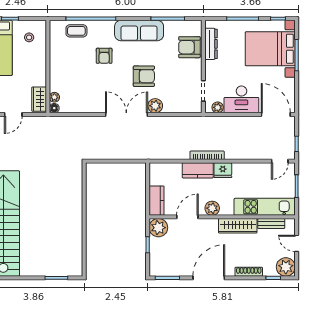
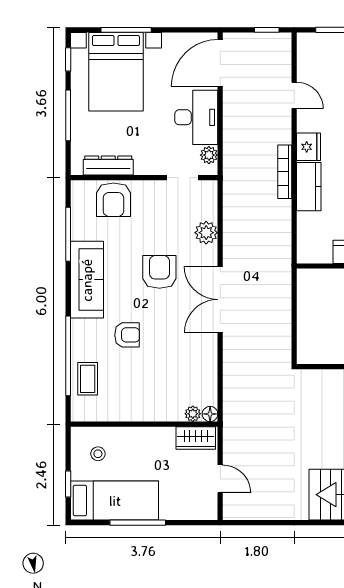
plant: (155, 106) -> (206, 233), moved
door: (280, 161) -> (294, 95), moved

